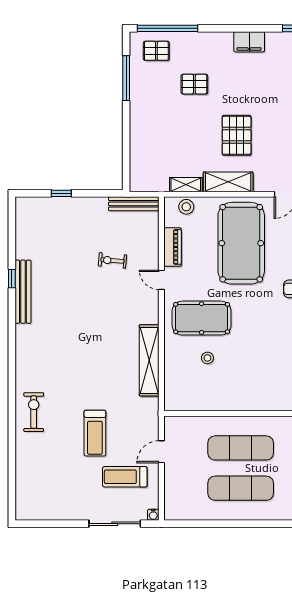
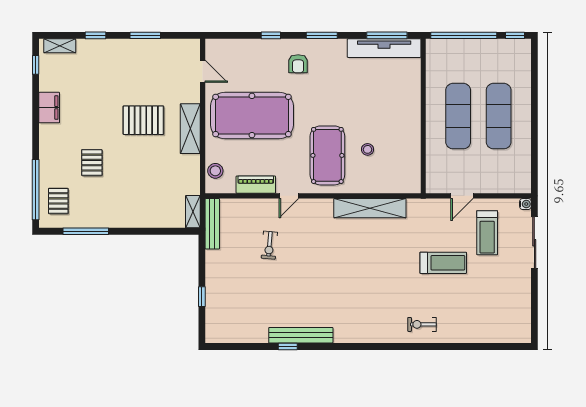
shelving: (186, 185) -> (193, 212), moved
exercise bike: (34, 412) -> (422, 324), width x0.73, depth x0.72
door: (161, 452) -> (462, 196), hinge flipped

